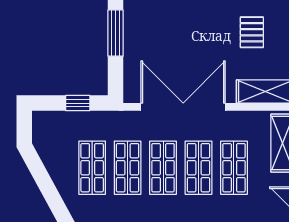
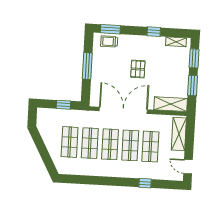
pallet: (252, 32) -> (138, 69), moved

